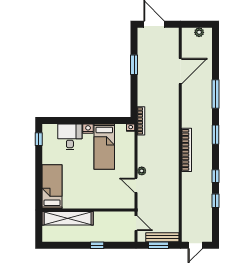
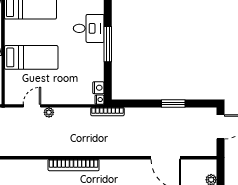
window: (83, 121) -> (108, 44), added
nightstand: (88, 129) -> (98, 88), moved
bed: (104, 147) -> (31, 57), moved, turned 180

